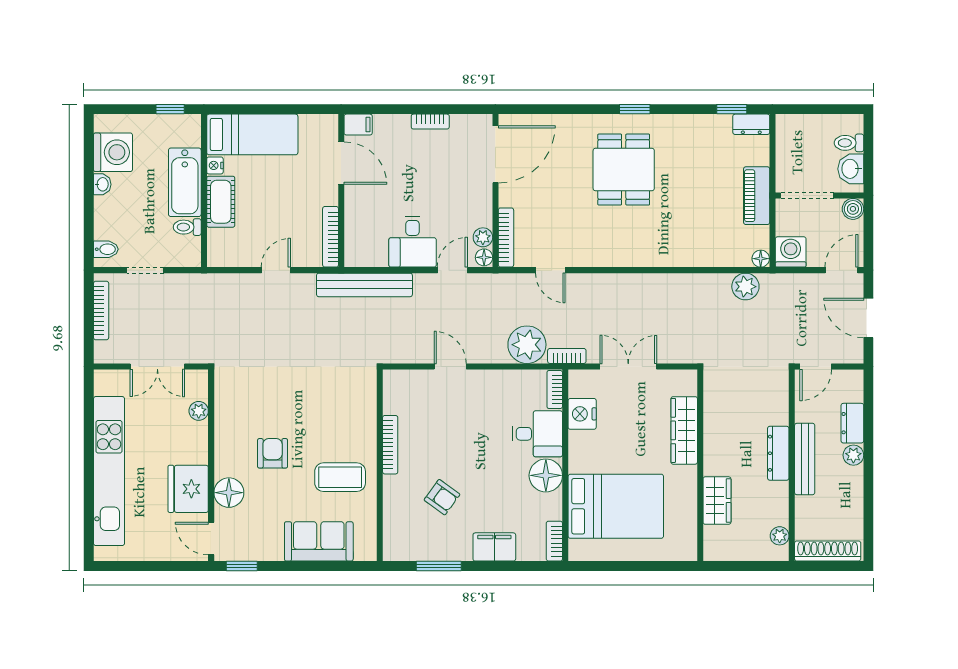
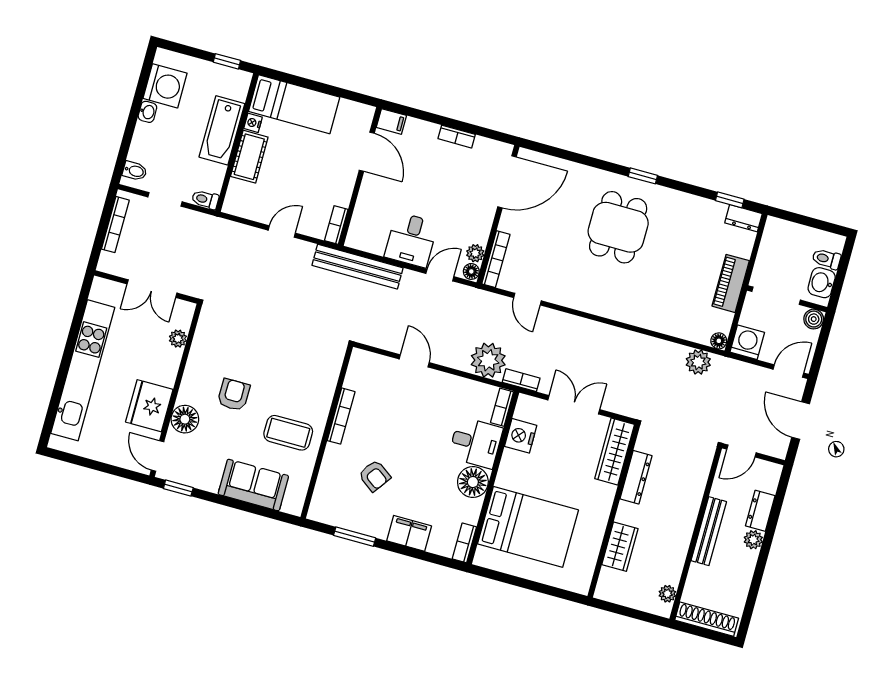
toilet: (187, 227) -> (205, 199), moved
bookcase: (331, 237) -> (336, 225), width x0.64
wardrobe: (684, 430) -> (615, 452), moved
dresser: (778, 453) -> (636, 477), moved, turned 180

